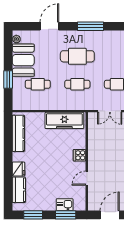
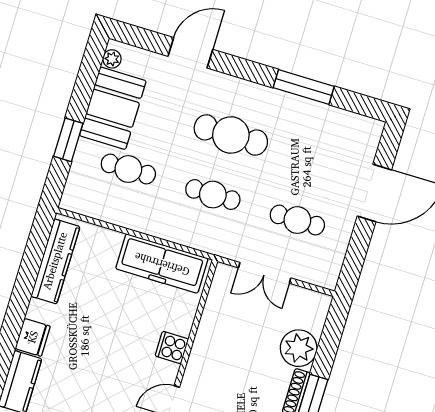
window: (90, 26) -> (304, 87), moved

